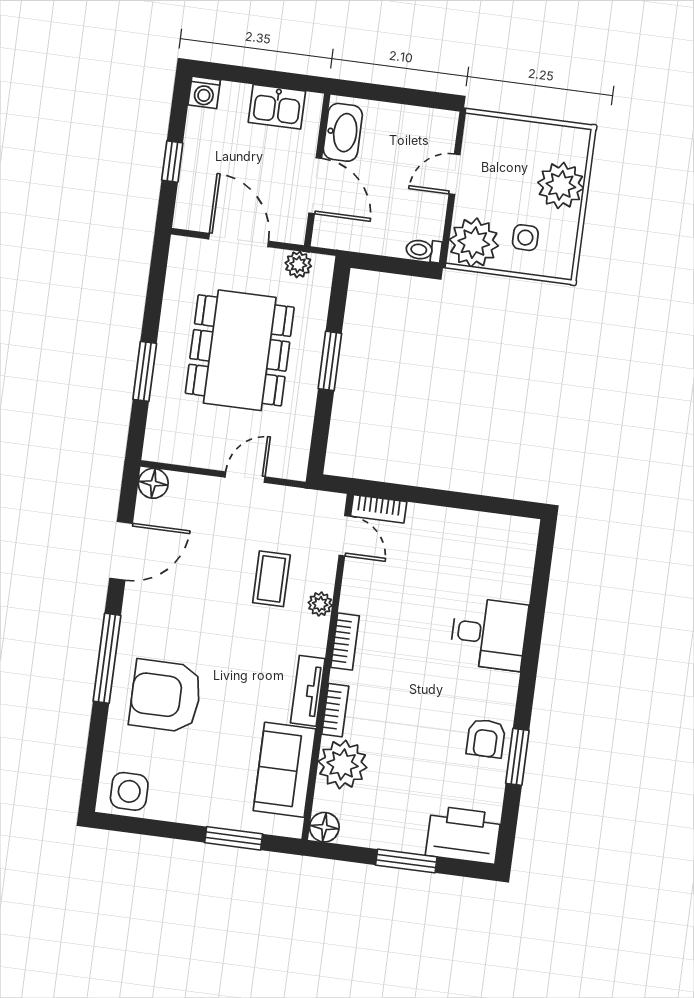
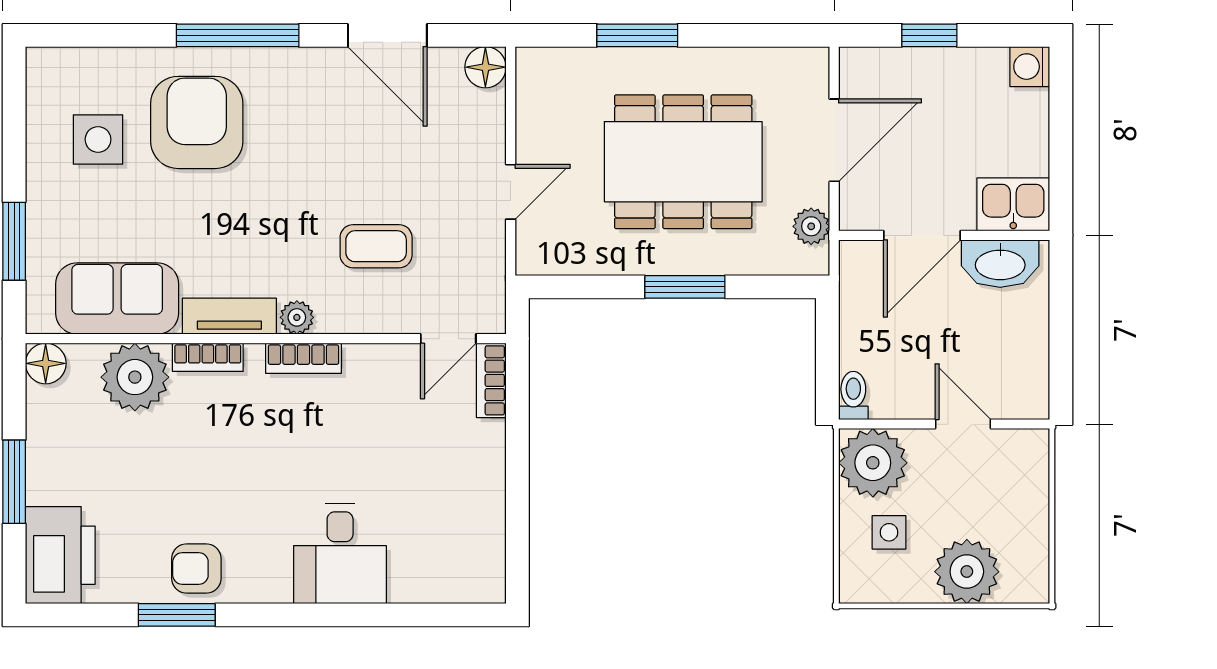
kitchen sink: (277, 107) -> (1013, 204), moved, turned 90
door: (245, 477) -> (511, 192), hinge flipped
plant: (320, 604) -> (297, 317), moved
side table: (129, 791) -> (98, 139), moved

